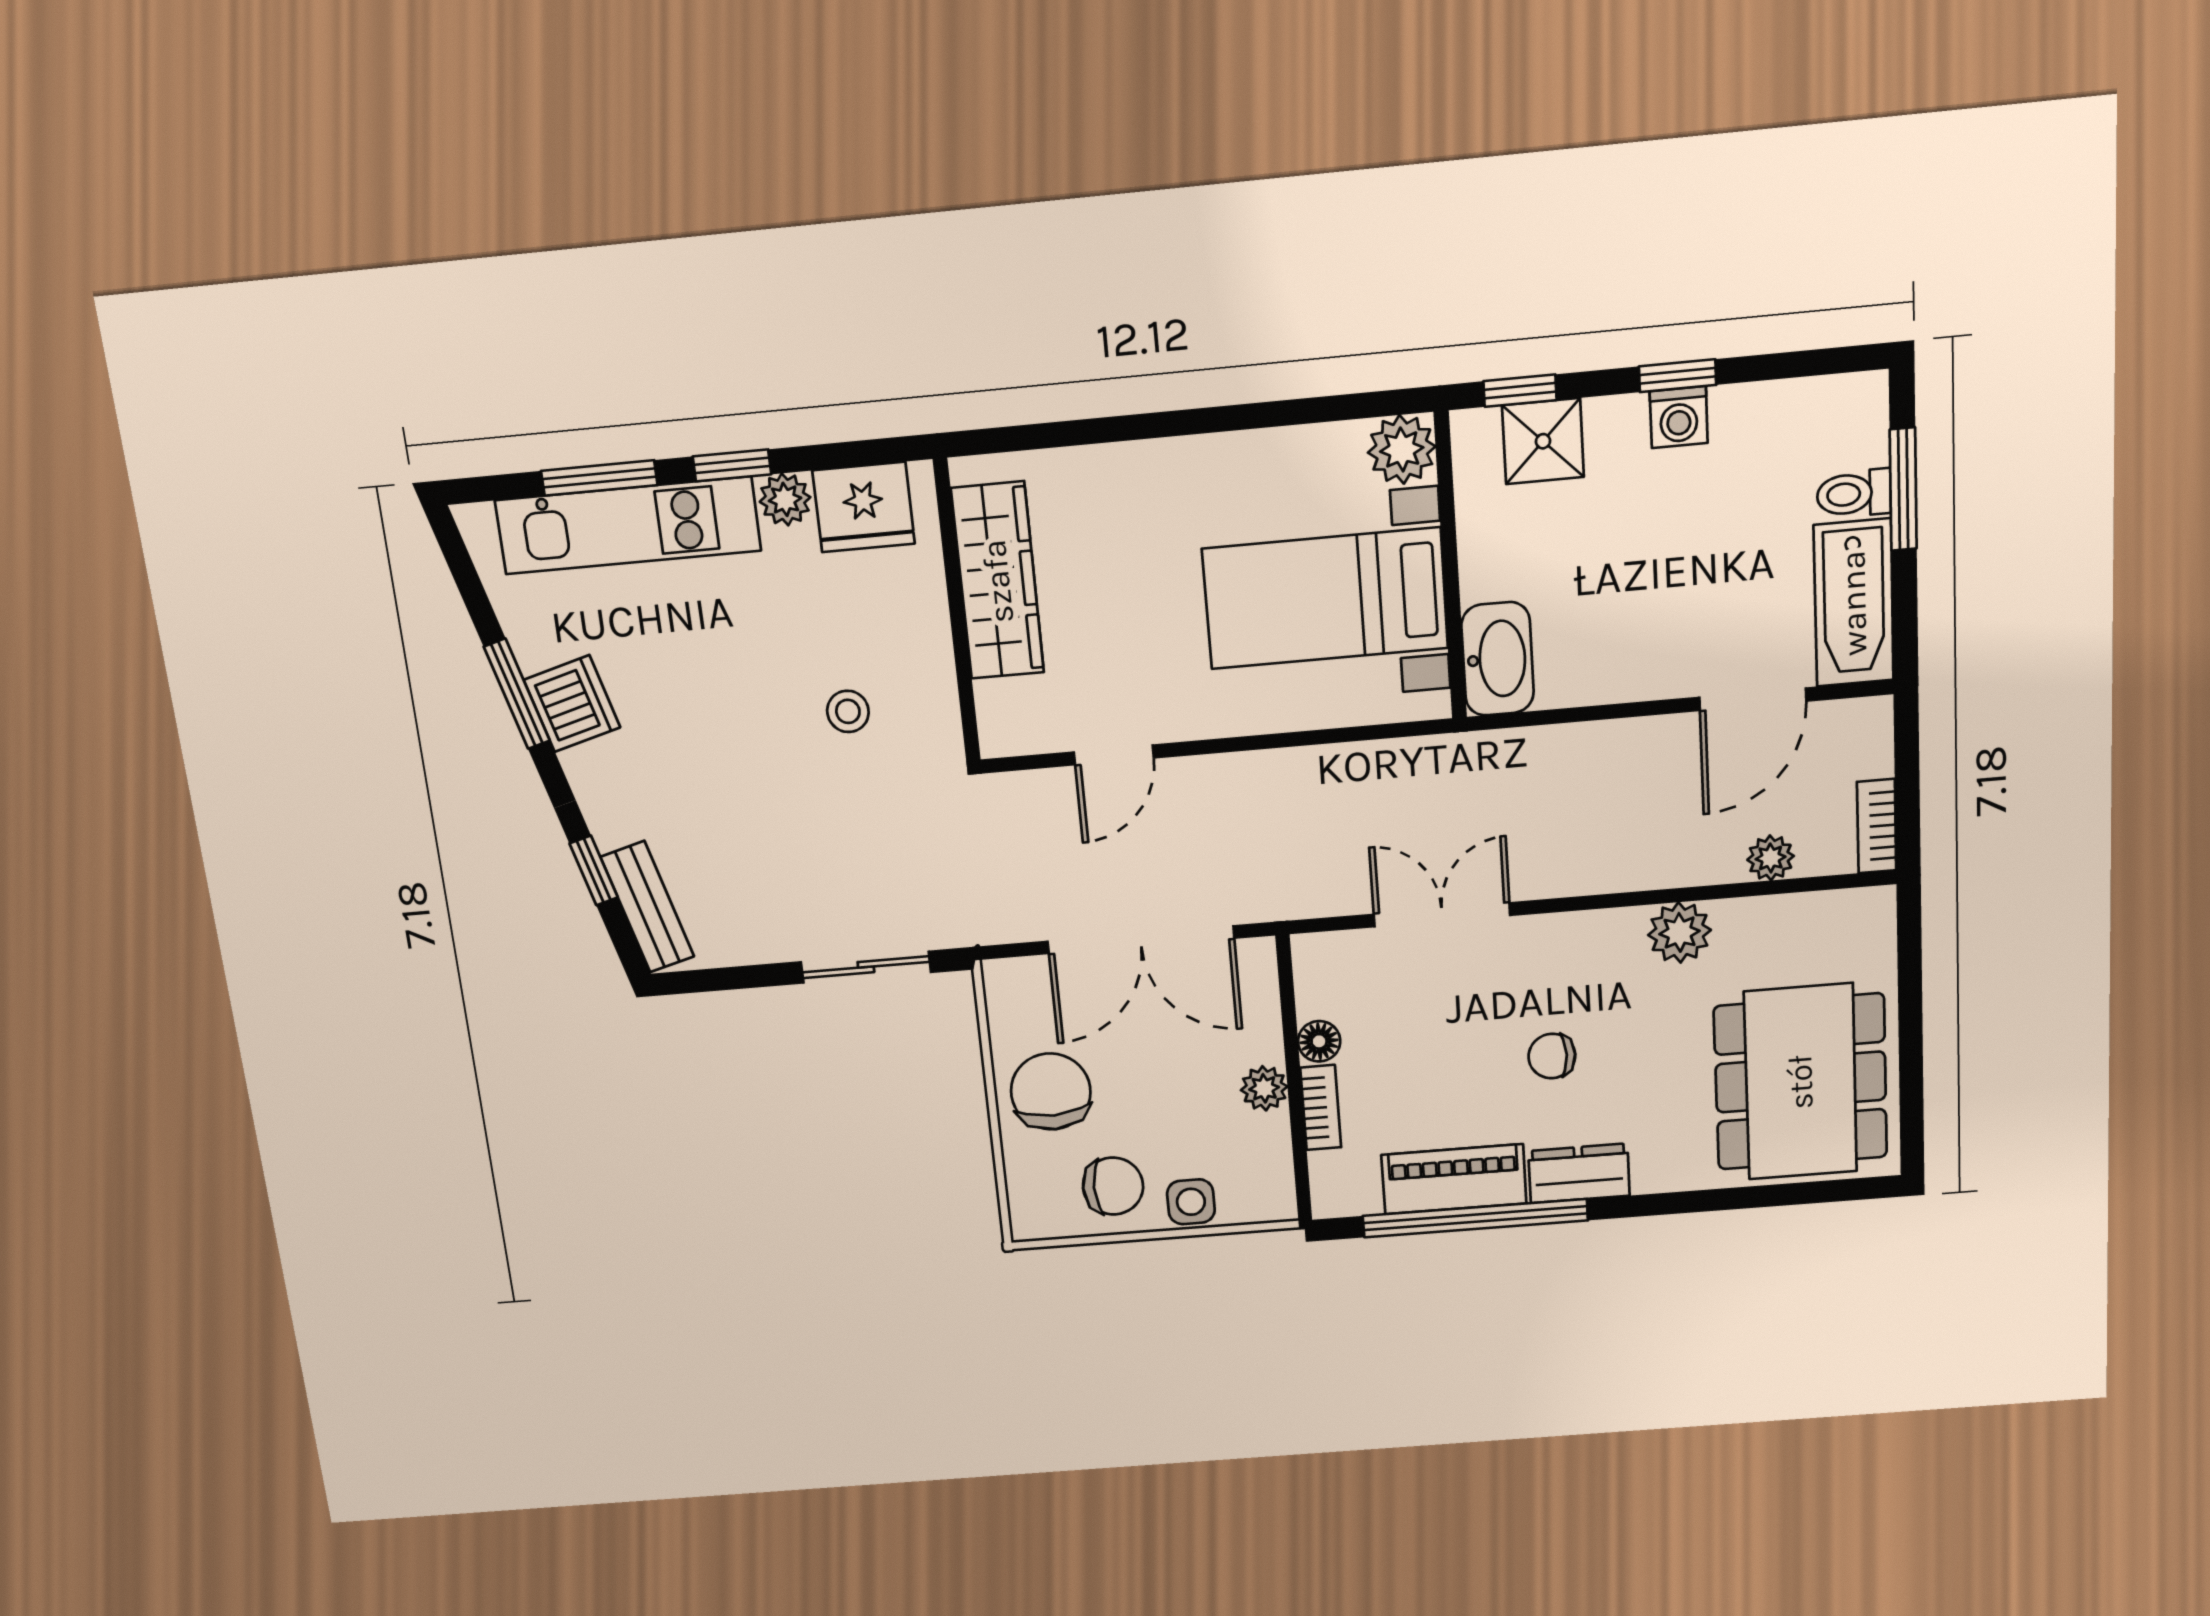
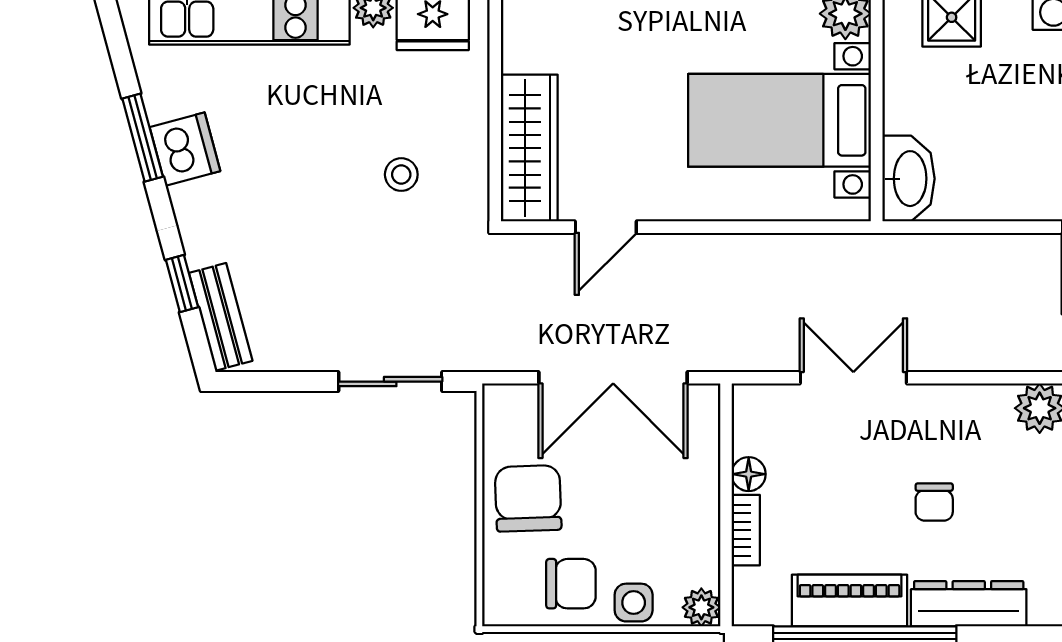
wardrobe: (998, 581) -> (529, 148), moved
chair: (1552, 1056) -> (934, 502), turned -90
plant: (1264, 1088) -> (701, 607), moved
dresser: (1579, 1173) -> (969, 604), width x1.44

